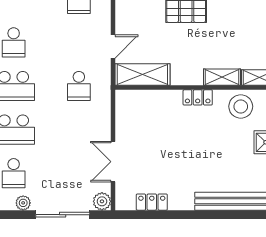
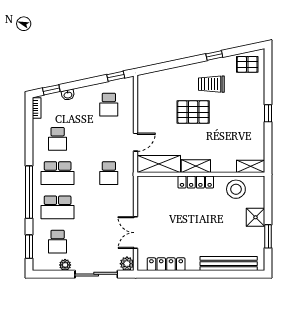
shelving: (222, 77) -> (196, 166), moved
locker: (198, 97) -> (196, 182), width x1.53
locker: (152, 202) -> (166, 264), width x1.53

